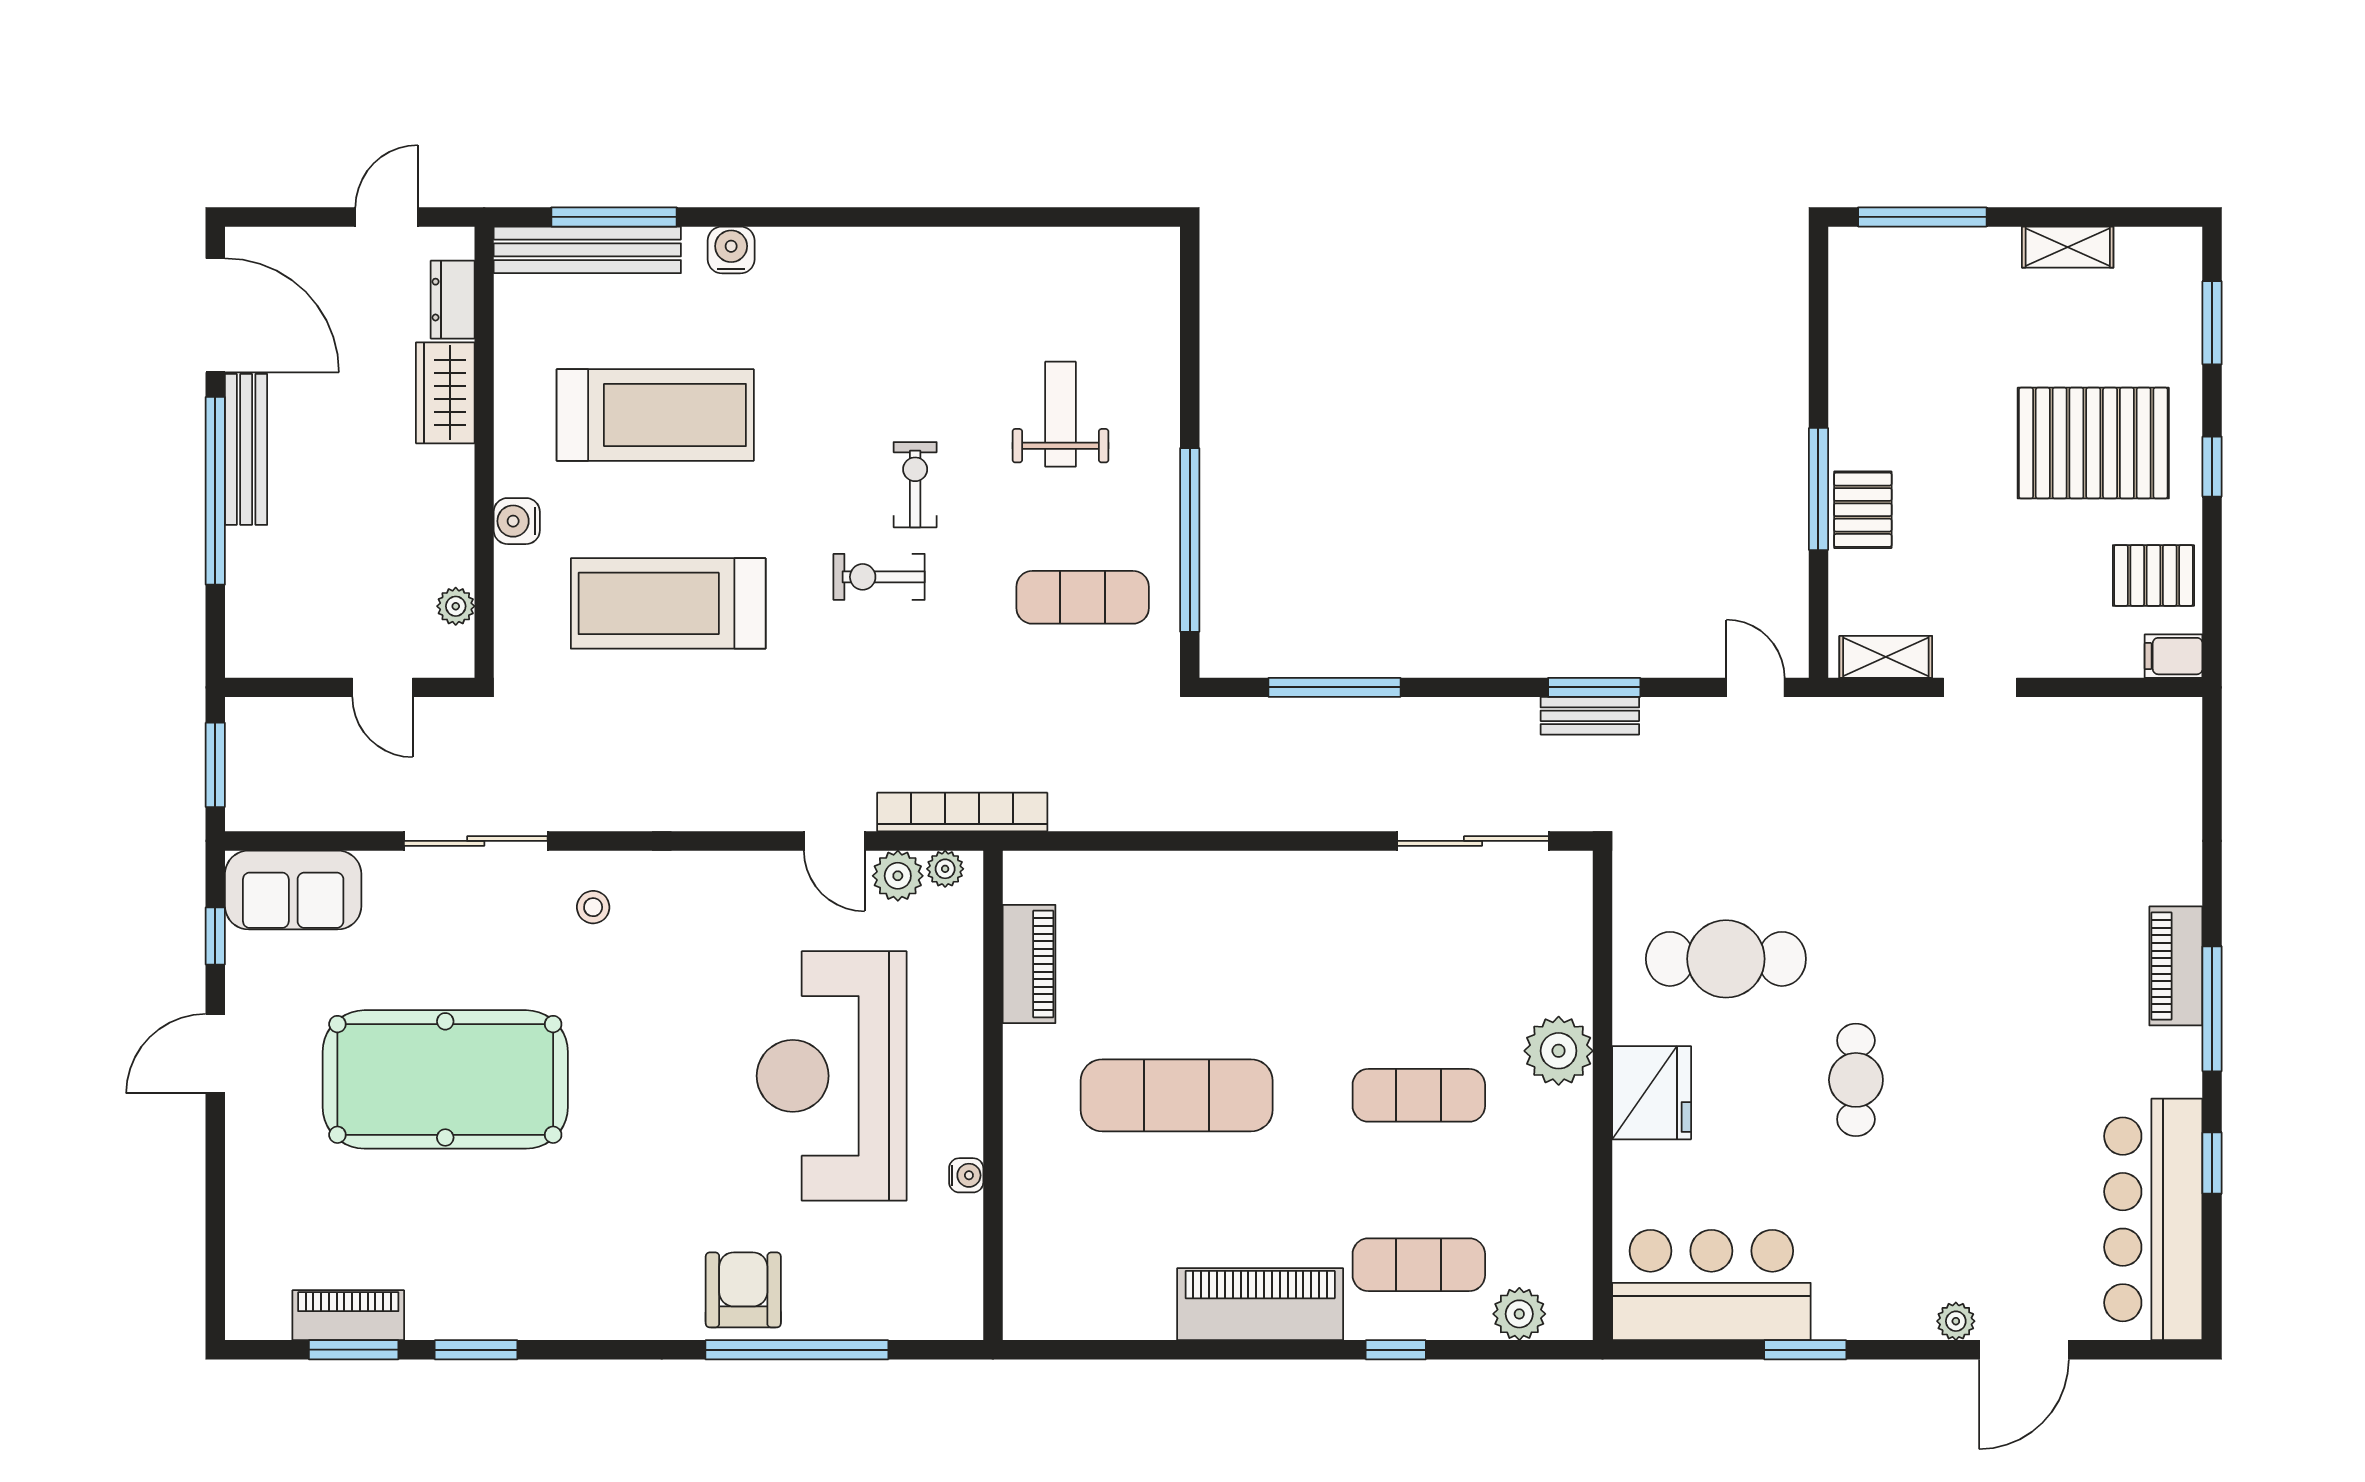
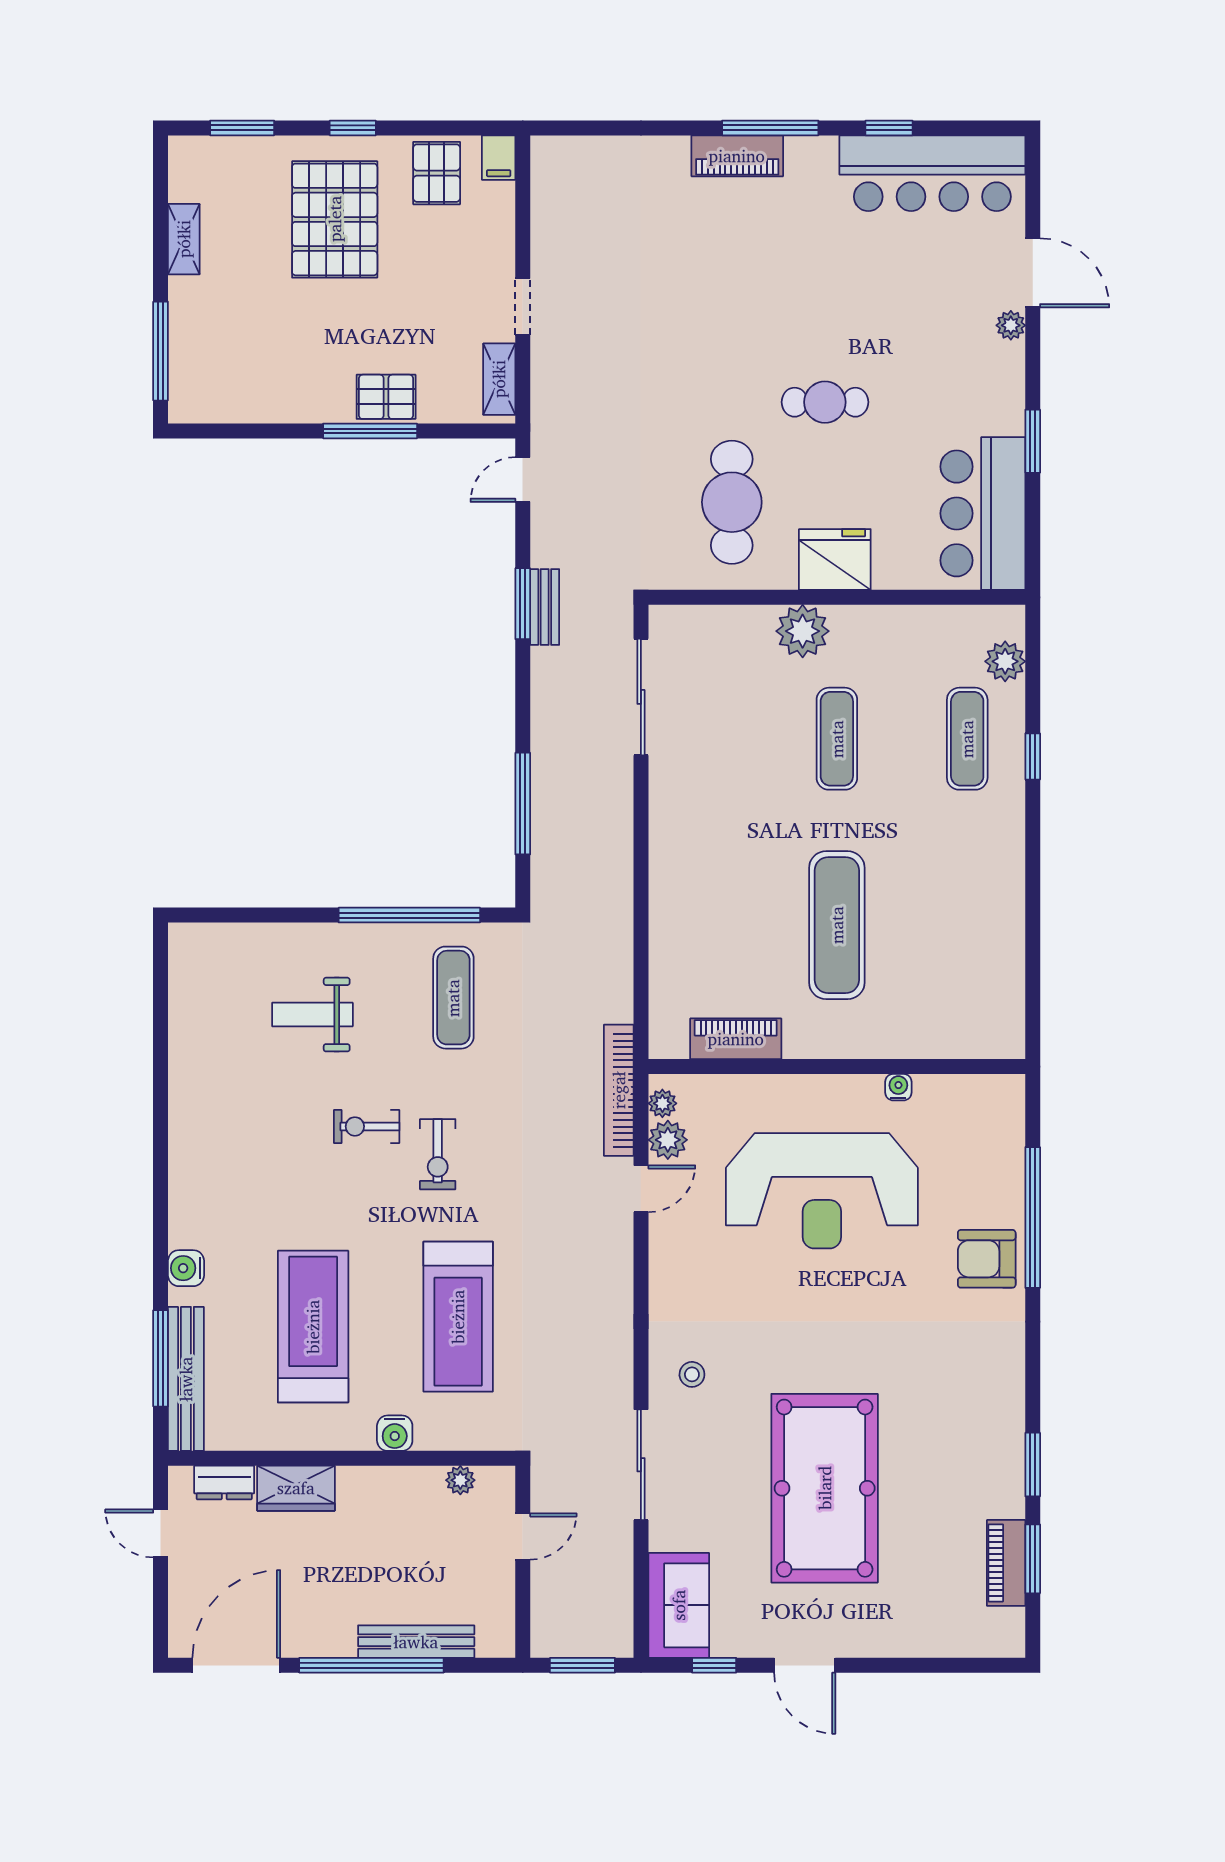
bench: (246, 449) -> (416, 1642), moved
piano: (1260, 1304) -> (998, 861), removed

